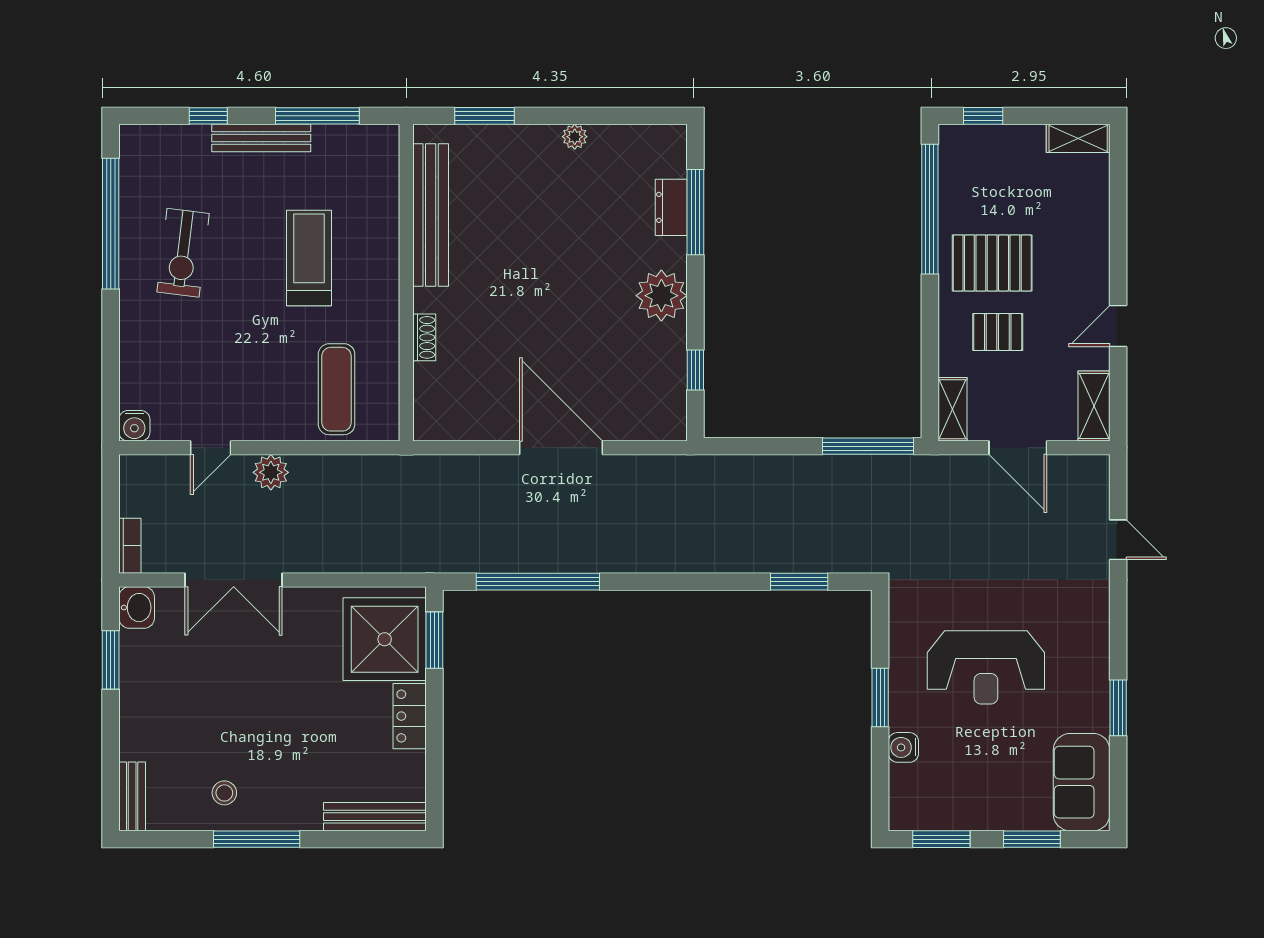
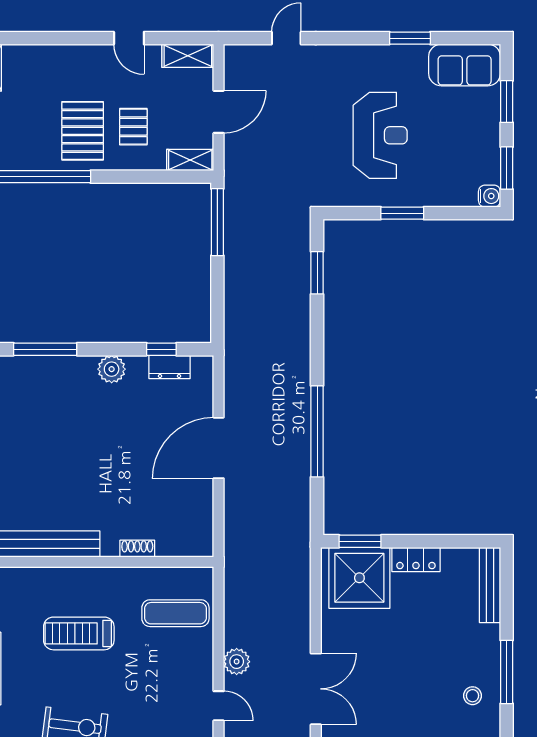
dresser: (671, 207) -> (170, 367), moved
plant: (661, 296) -> (112, 369), width x0.73, depth x0.73
window: (538, 582) -> (317, 431), moved
water cooler: (903, 747) -> (489, 196), moved, turned -90

